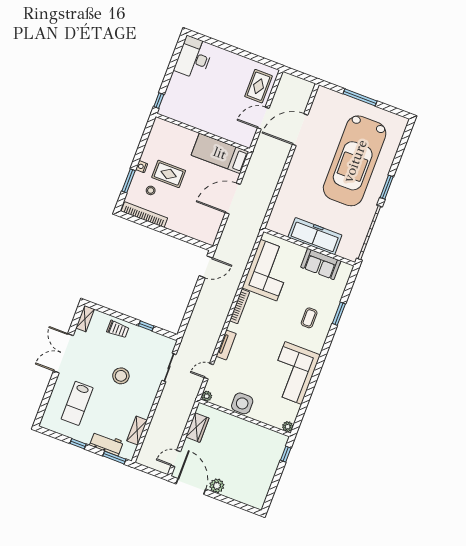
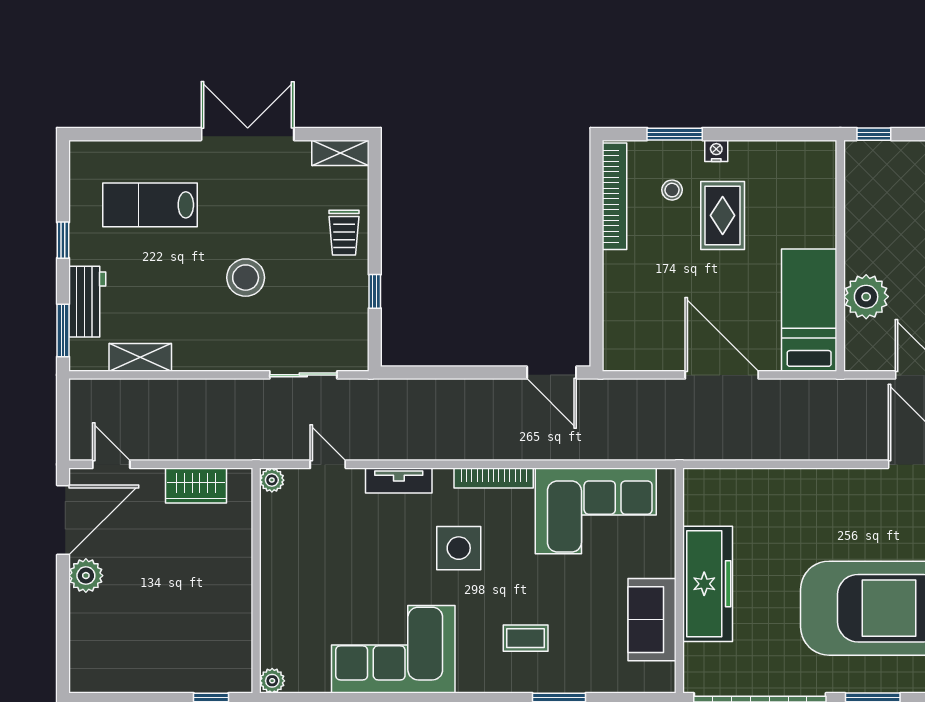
plant: (223, 128) -> (866, 297), added
side table: (242, 403) -> (459, 548), moved

